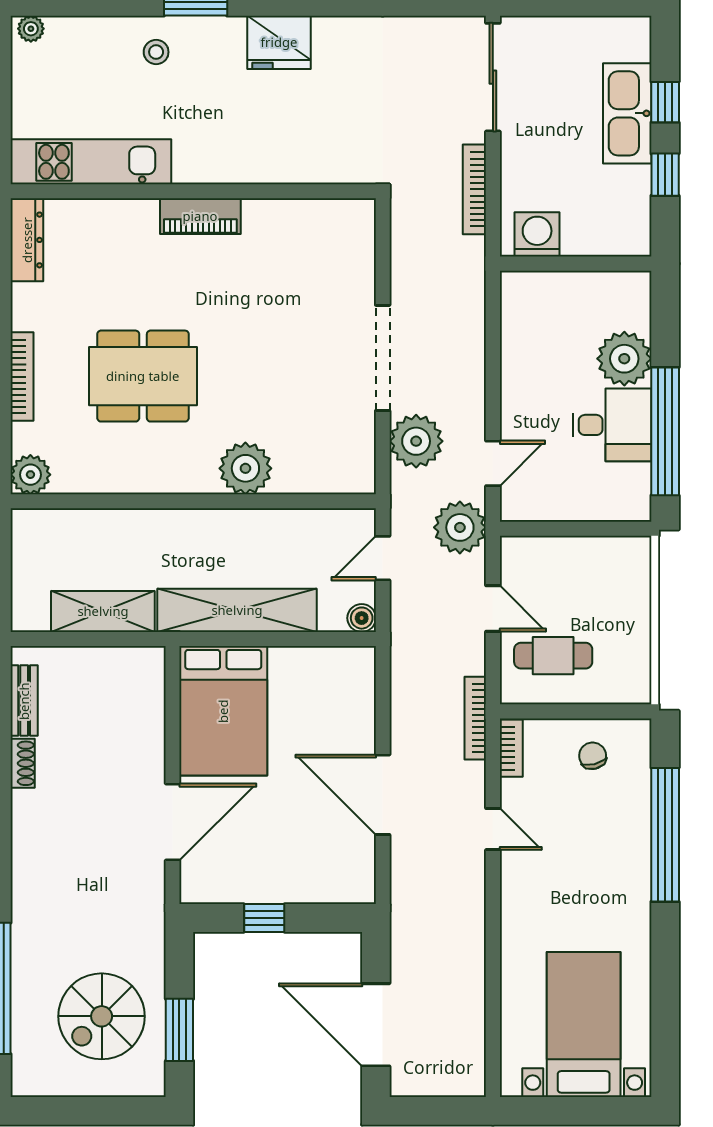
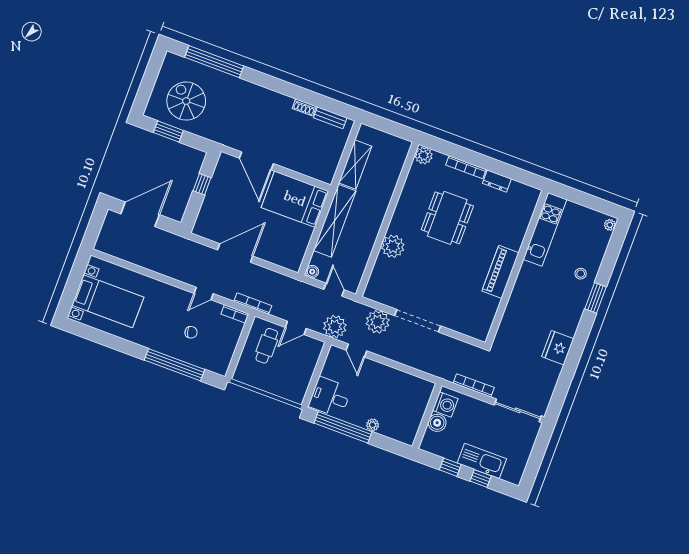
fridge: (279, 42) -> (558, 348), moved
piano: (200, 216) -> (500, 272), width x1.37, depth x1.33
boiler: (582, 237) -> (437, 423), added
dresser: (27, 240) -> (497, 181), moved, width x0.70
plant: (624, 359) -> (373, 425), width x0.53, depth x0.53
desk: (612, 425) -> (330, 397), moved, turned 90
chair: (593, 756) -> (191, 332), moved

